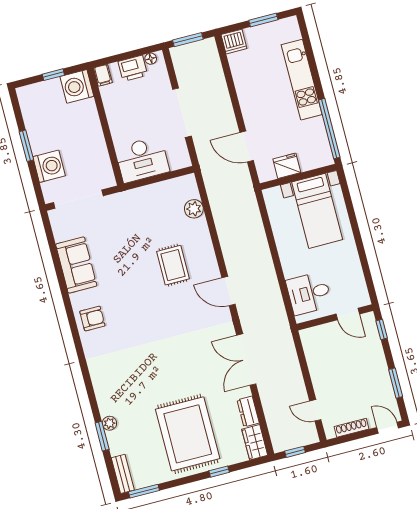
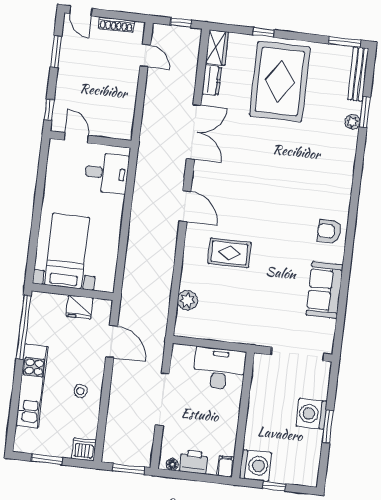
stool: (257, 92) -> (80, 391), added
washing machine: (49, 166) -> (312, 414), moved
rug: (173, 265) -> (229, 253), turned 90
bench: (123, 474) -> (358, 74), width x1.36

